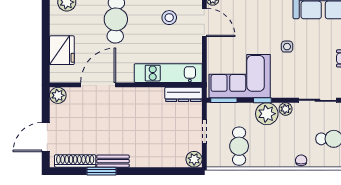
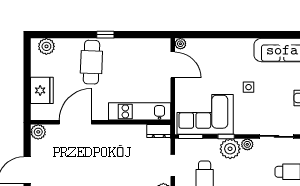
stool: (169, 18) -> (140, 60), removed
dresser: (184, 94) -> (159, 131), width x0.70

